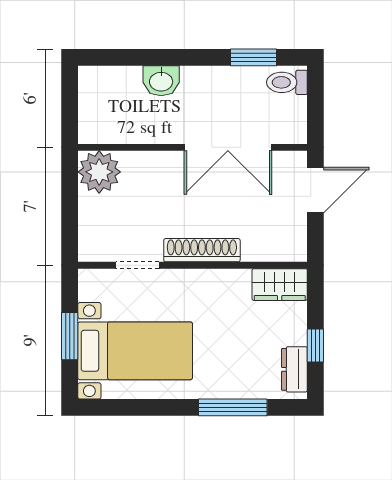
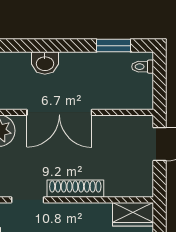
toilet: (287, 82) -> (143, 67), width x0.73, depth x0.72
double door: (228, 147) -> (59, 112), moved

